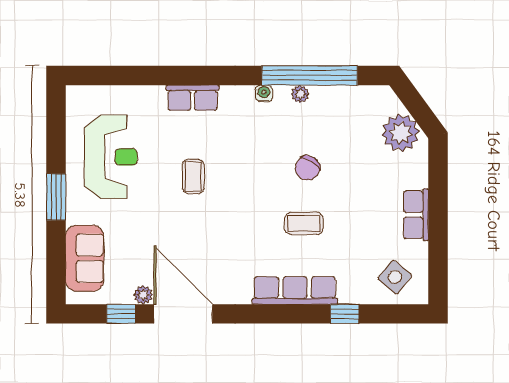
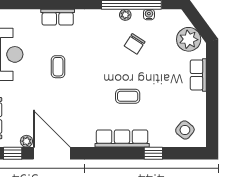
water cooler: (264, 93) -> (149, 14), moved
chair: (308, 168) -> (135, 44), moved
row of seats: (416, 215) -> (198, 75), moved

